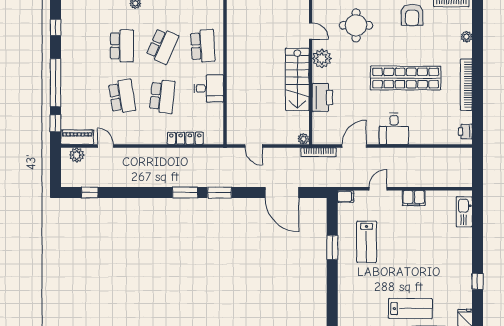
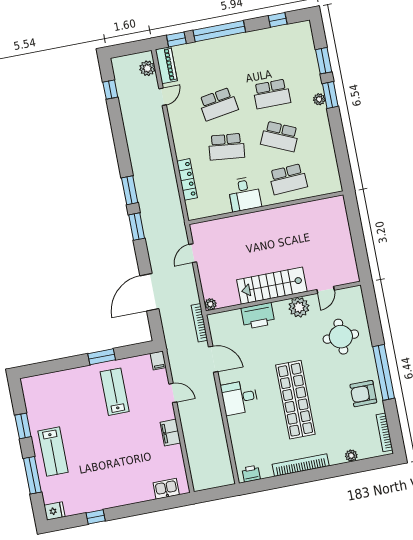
kitchen sink: (464, 212) -> (166, 489), width x0.73
lab bench: (367, 242) -> (115, 392), turned 90

